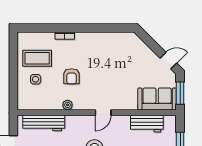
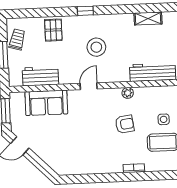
armchair: (71, 76) -> (125, 124), turned 82
sofa: (157, 99) -> (46, 103), moved

